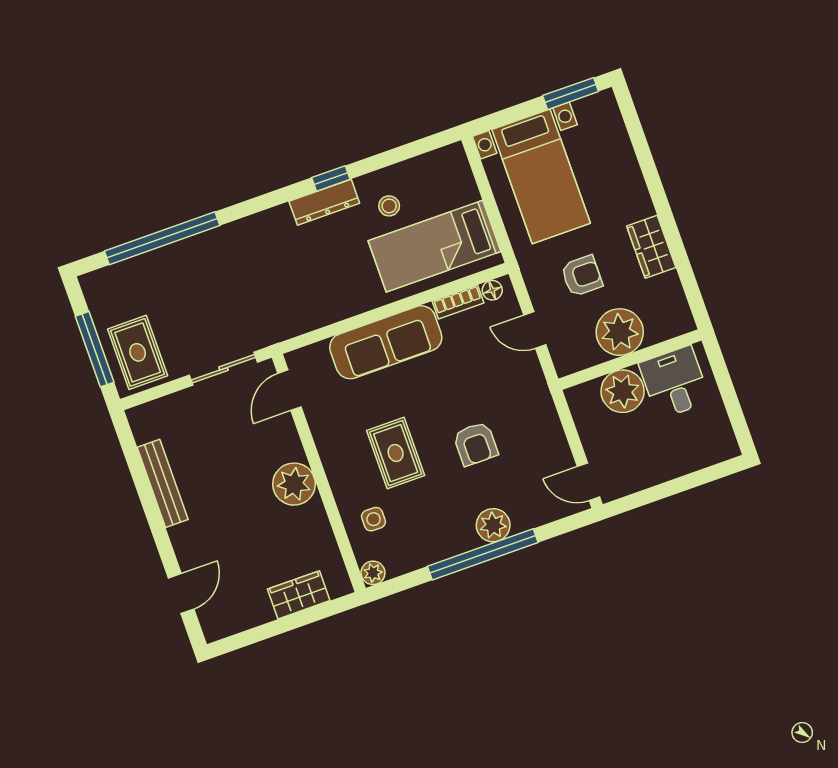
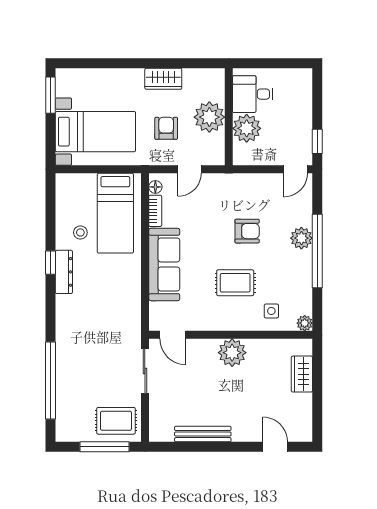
window: (640, 499) -> (317, 141), added

